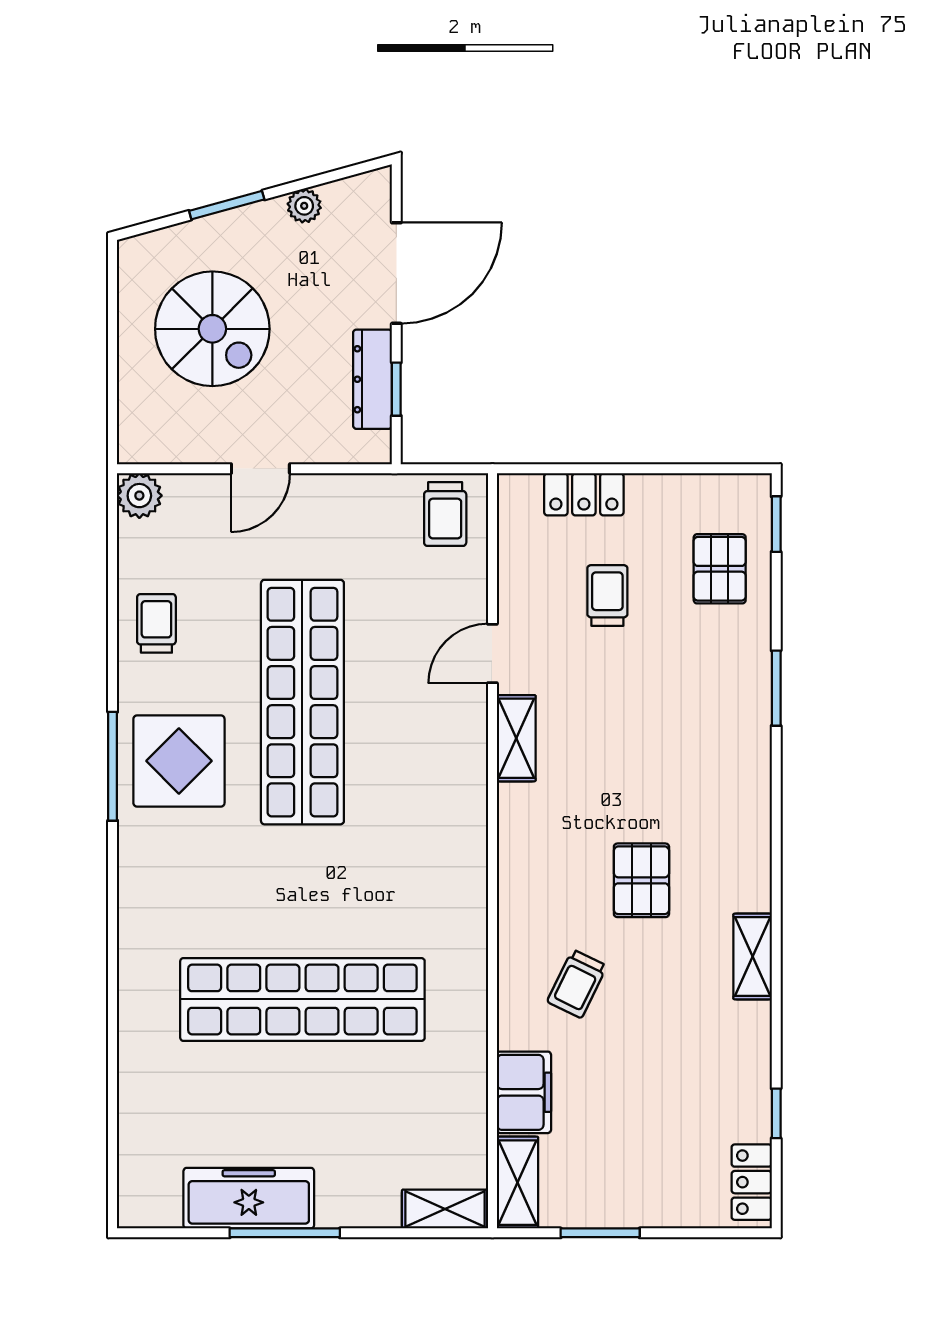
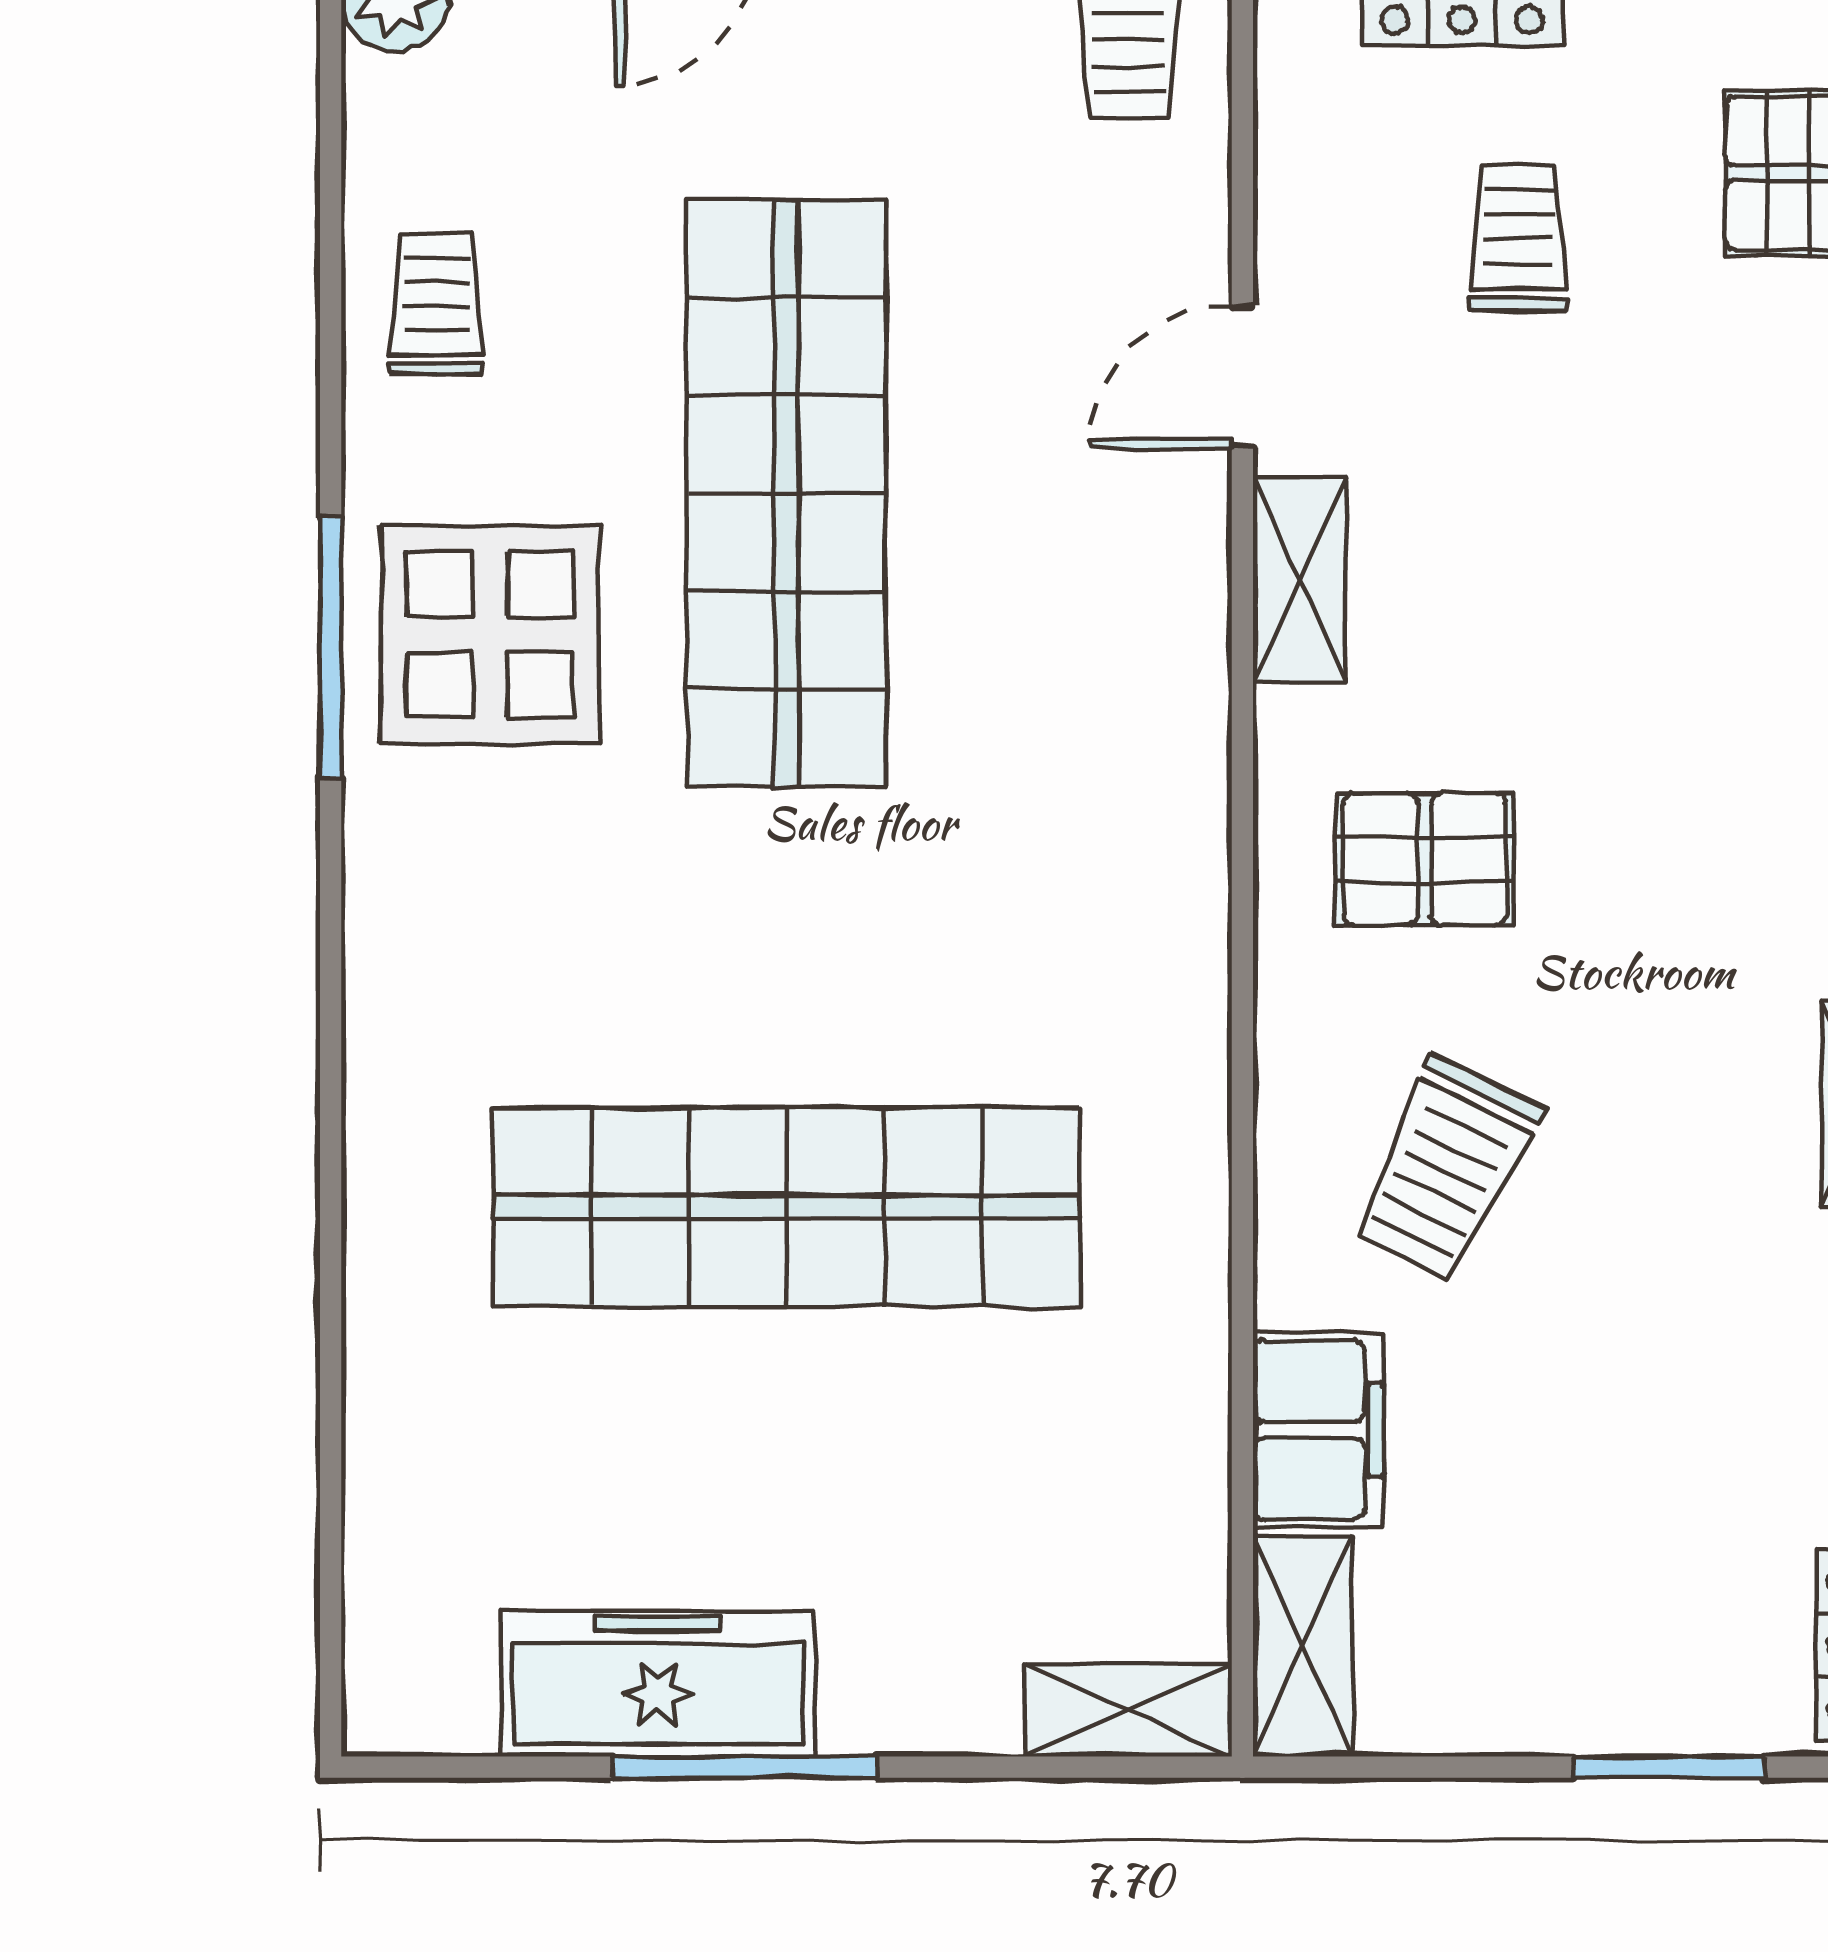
pallet: (641, 880) -> (1424, 859), moved, turned 90
trolley: (577, 984) -> (1445, 1169), width x1.36, depth x1.39
window: (600, 1233) -> (1669, 1767), moved

